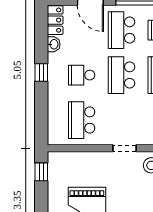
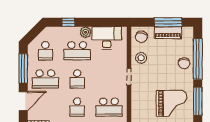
school desk: (121, 75) -> (77, 79), width x0.54

